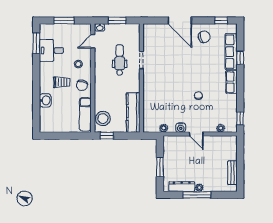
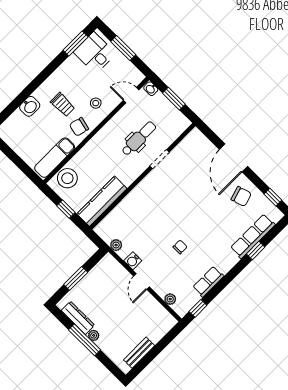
desk: (51, 50) -> (95, 53), moved
row of seats: (232, 82) -> (208, 282), moved
window: (107, 136) -> (66, 209), moved

